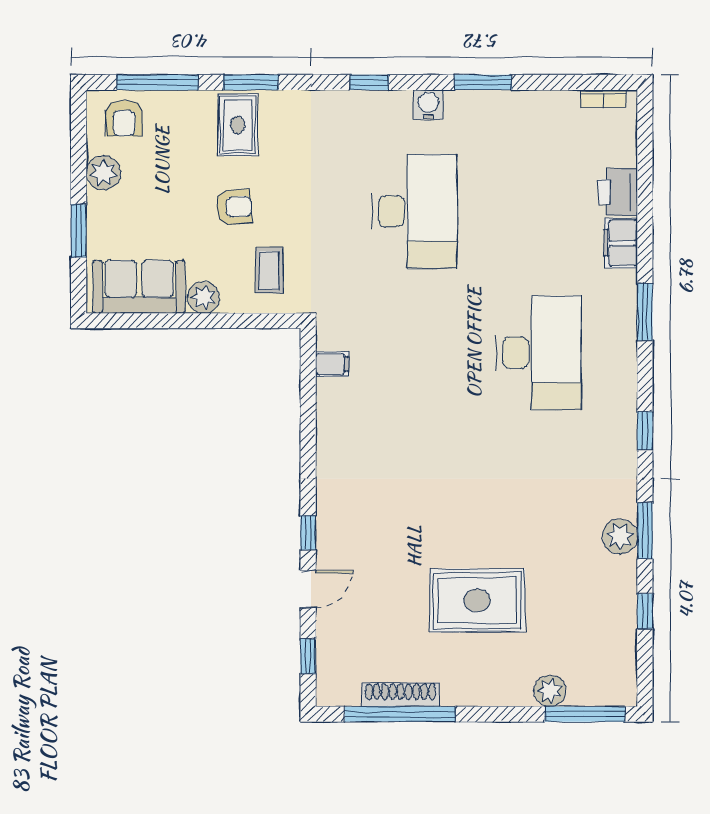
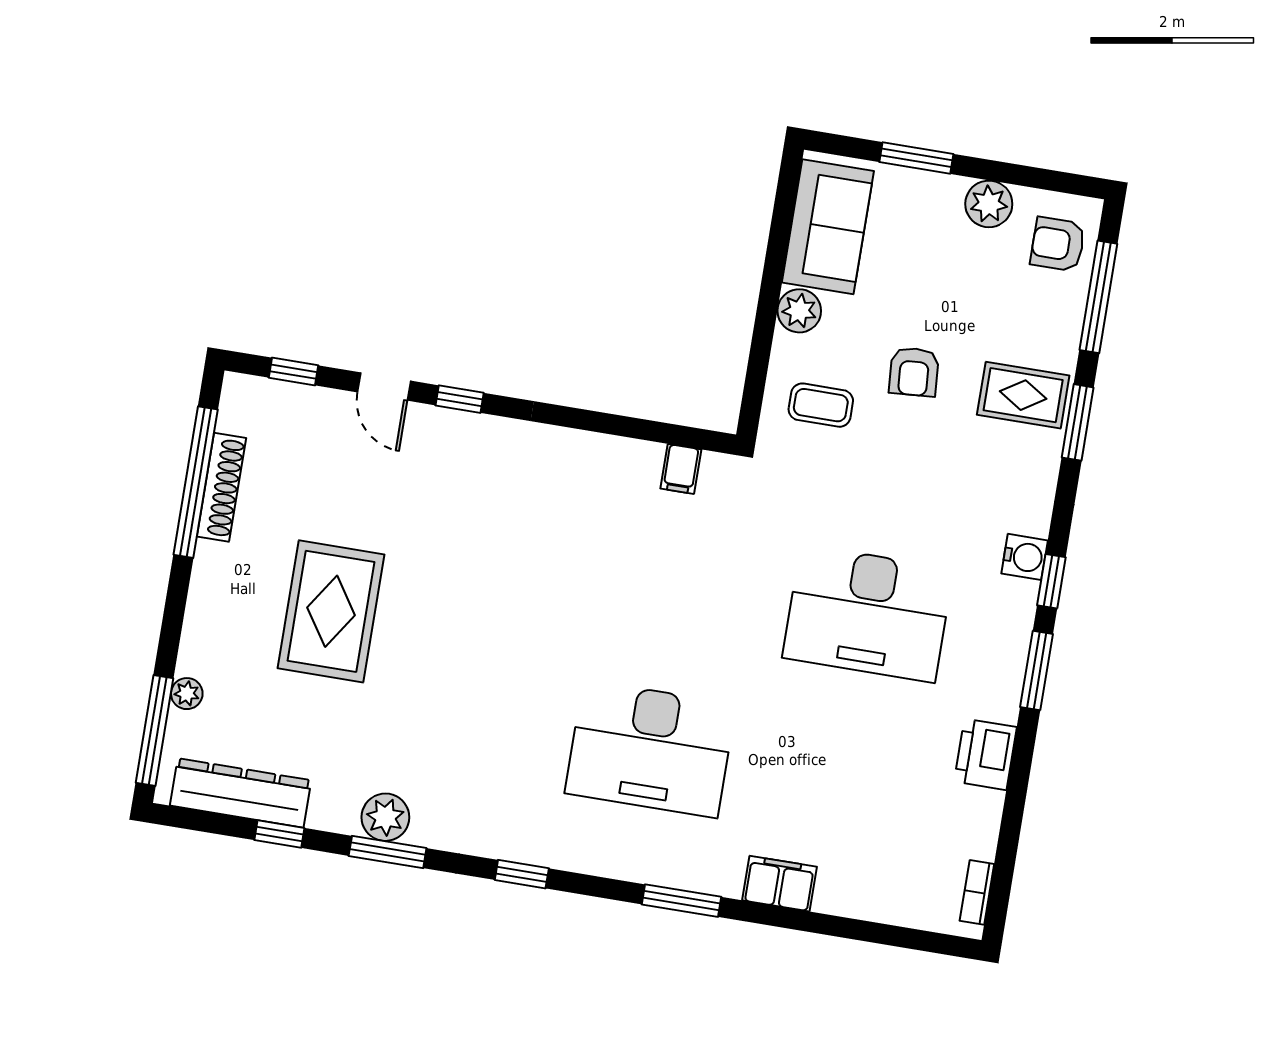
window: (483, 82) -> (1037, 671), moved
water cooler: (428, 105) -> (1025, 557), moved
printer: (618, 192) -> (985, 754), moved, turned -90
dresser: (620, 644) -> (241, 793), added
plant: (550, 691) -> (187, 694), width x0.73, depth x0.73

